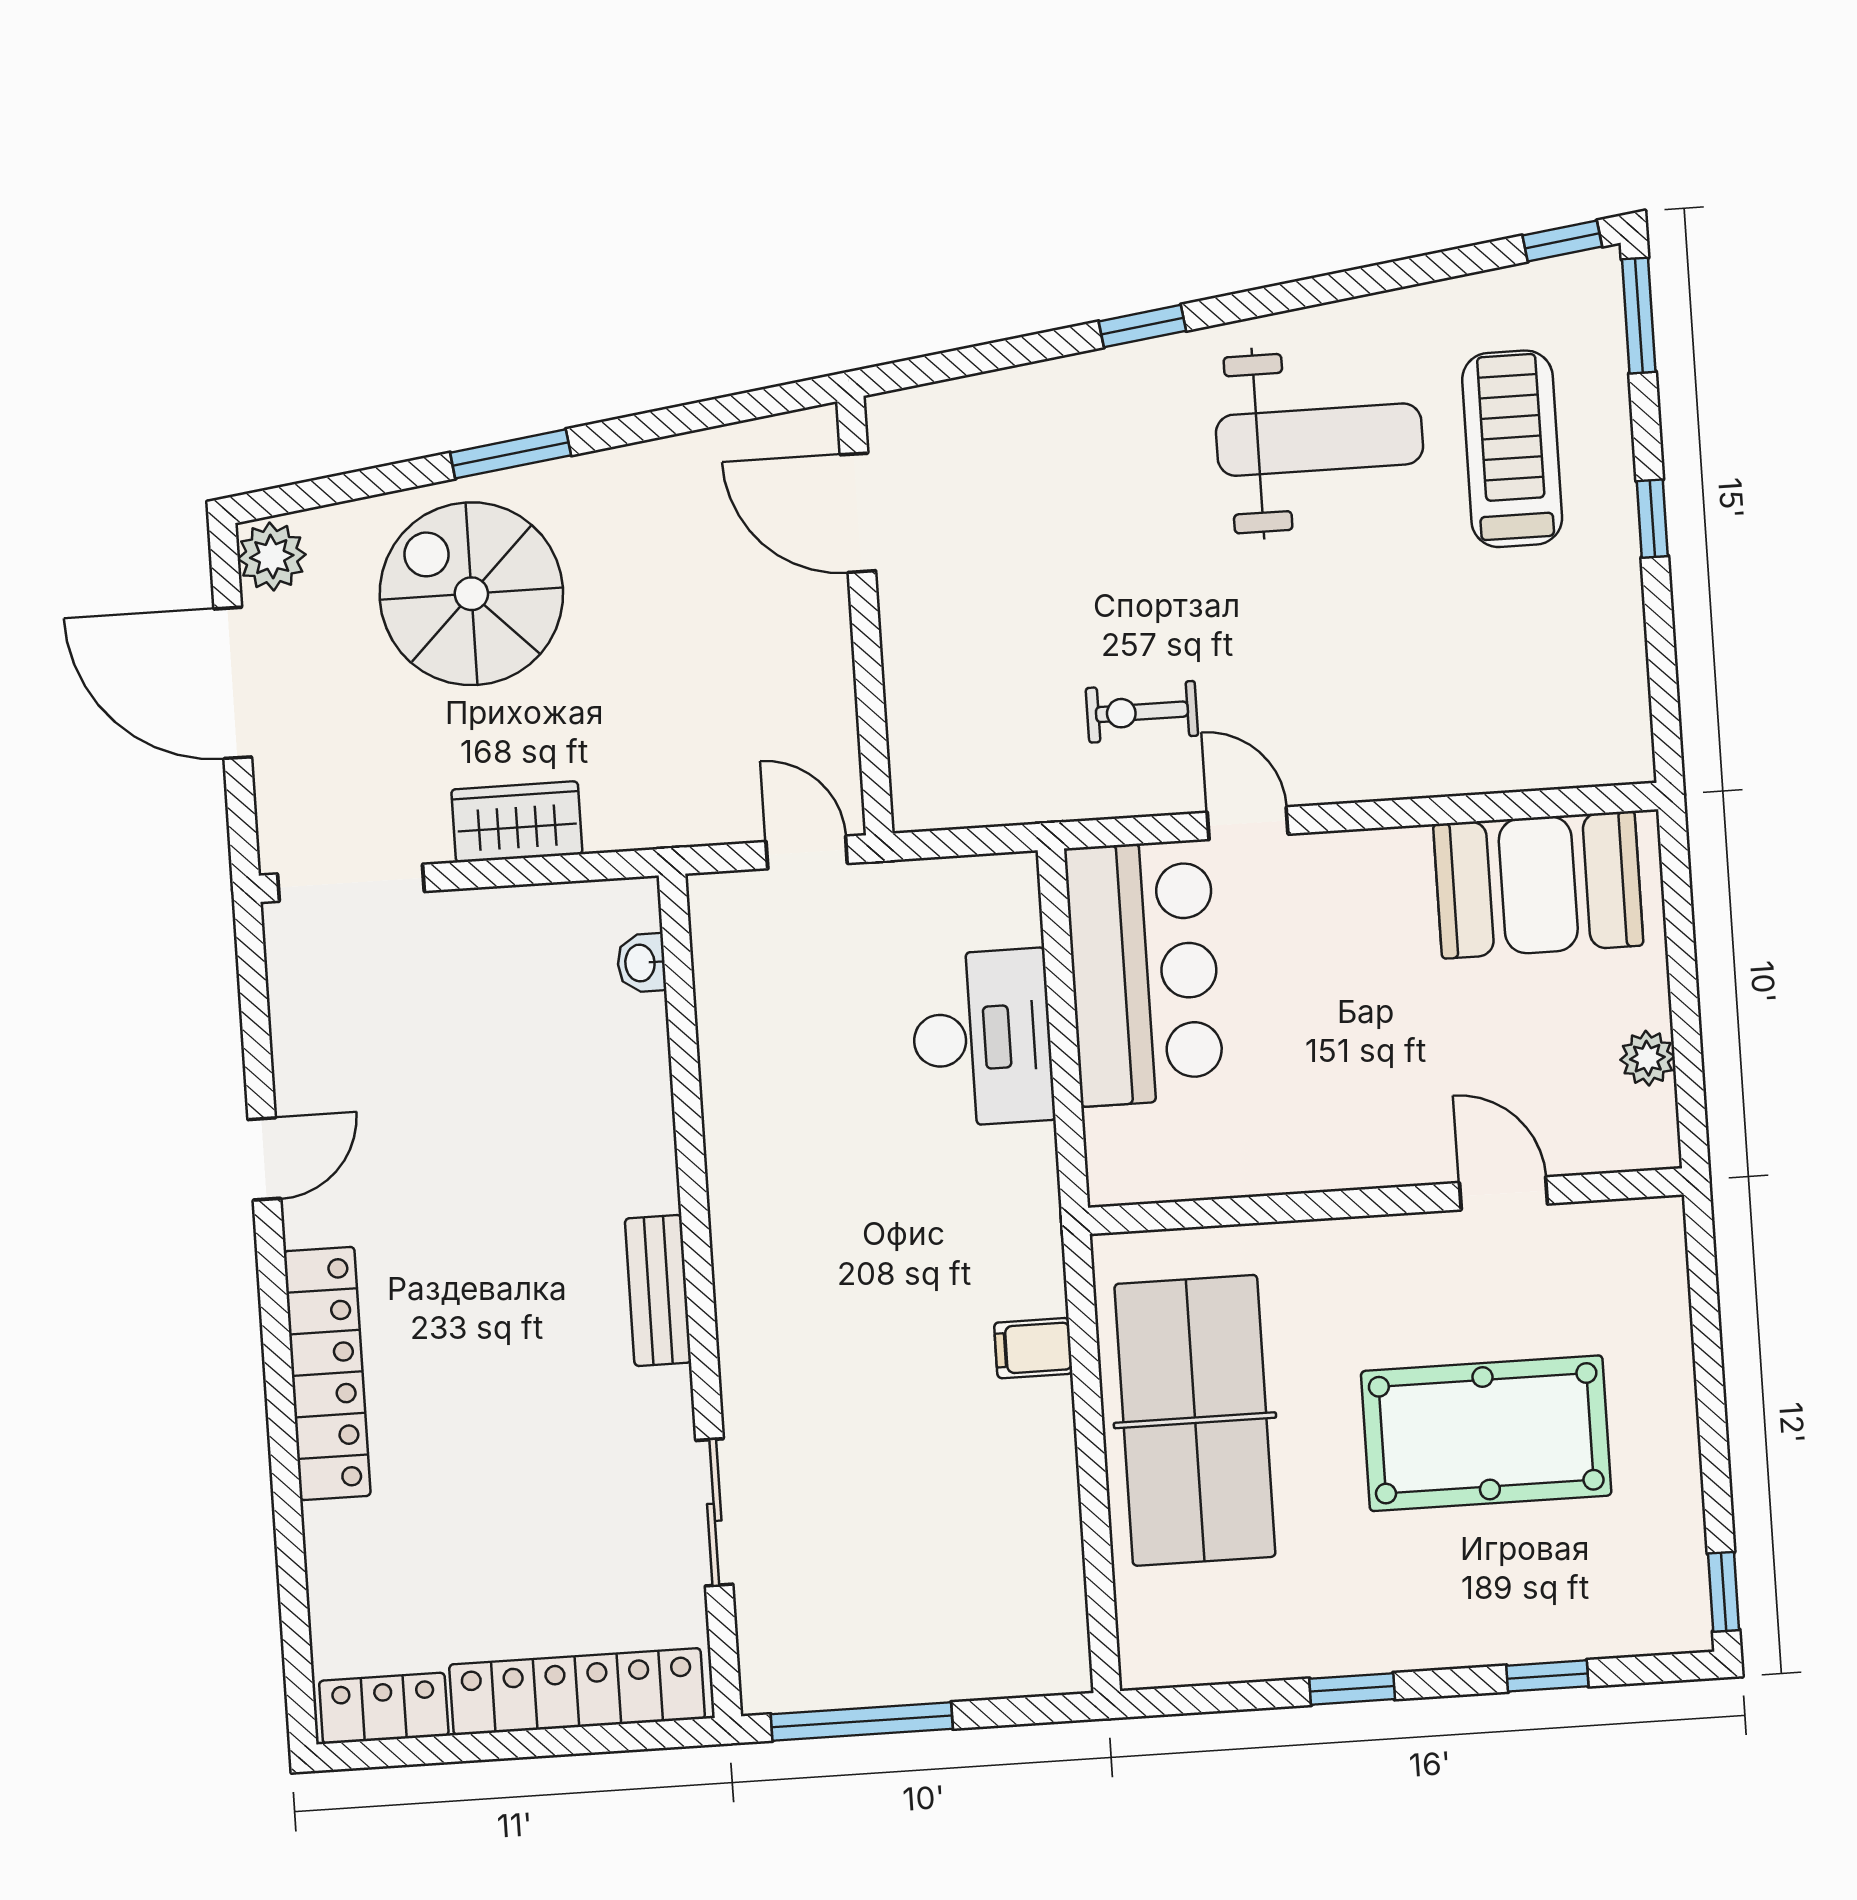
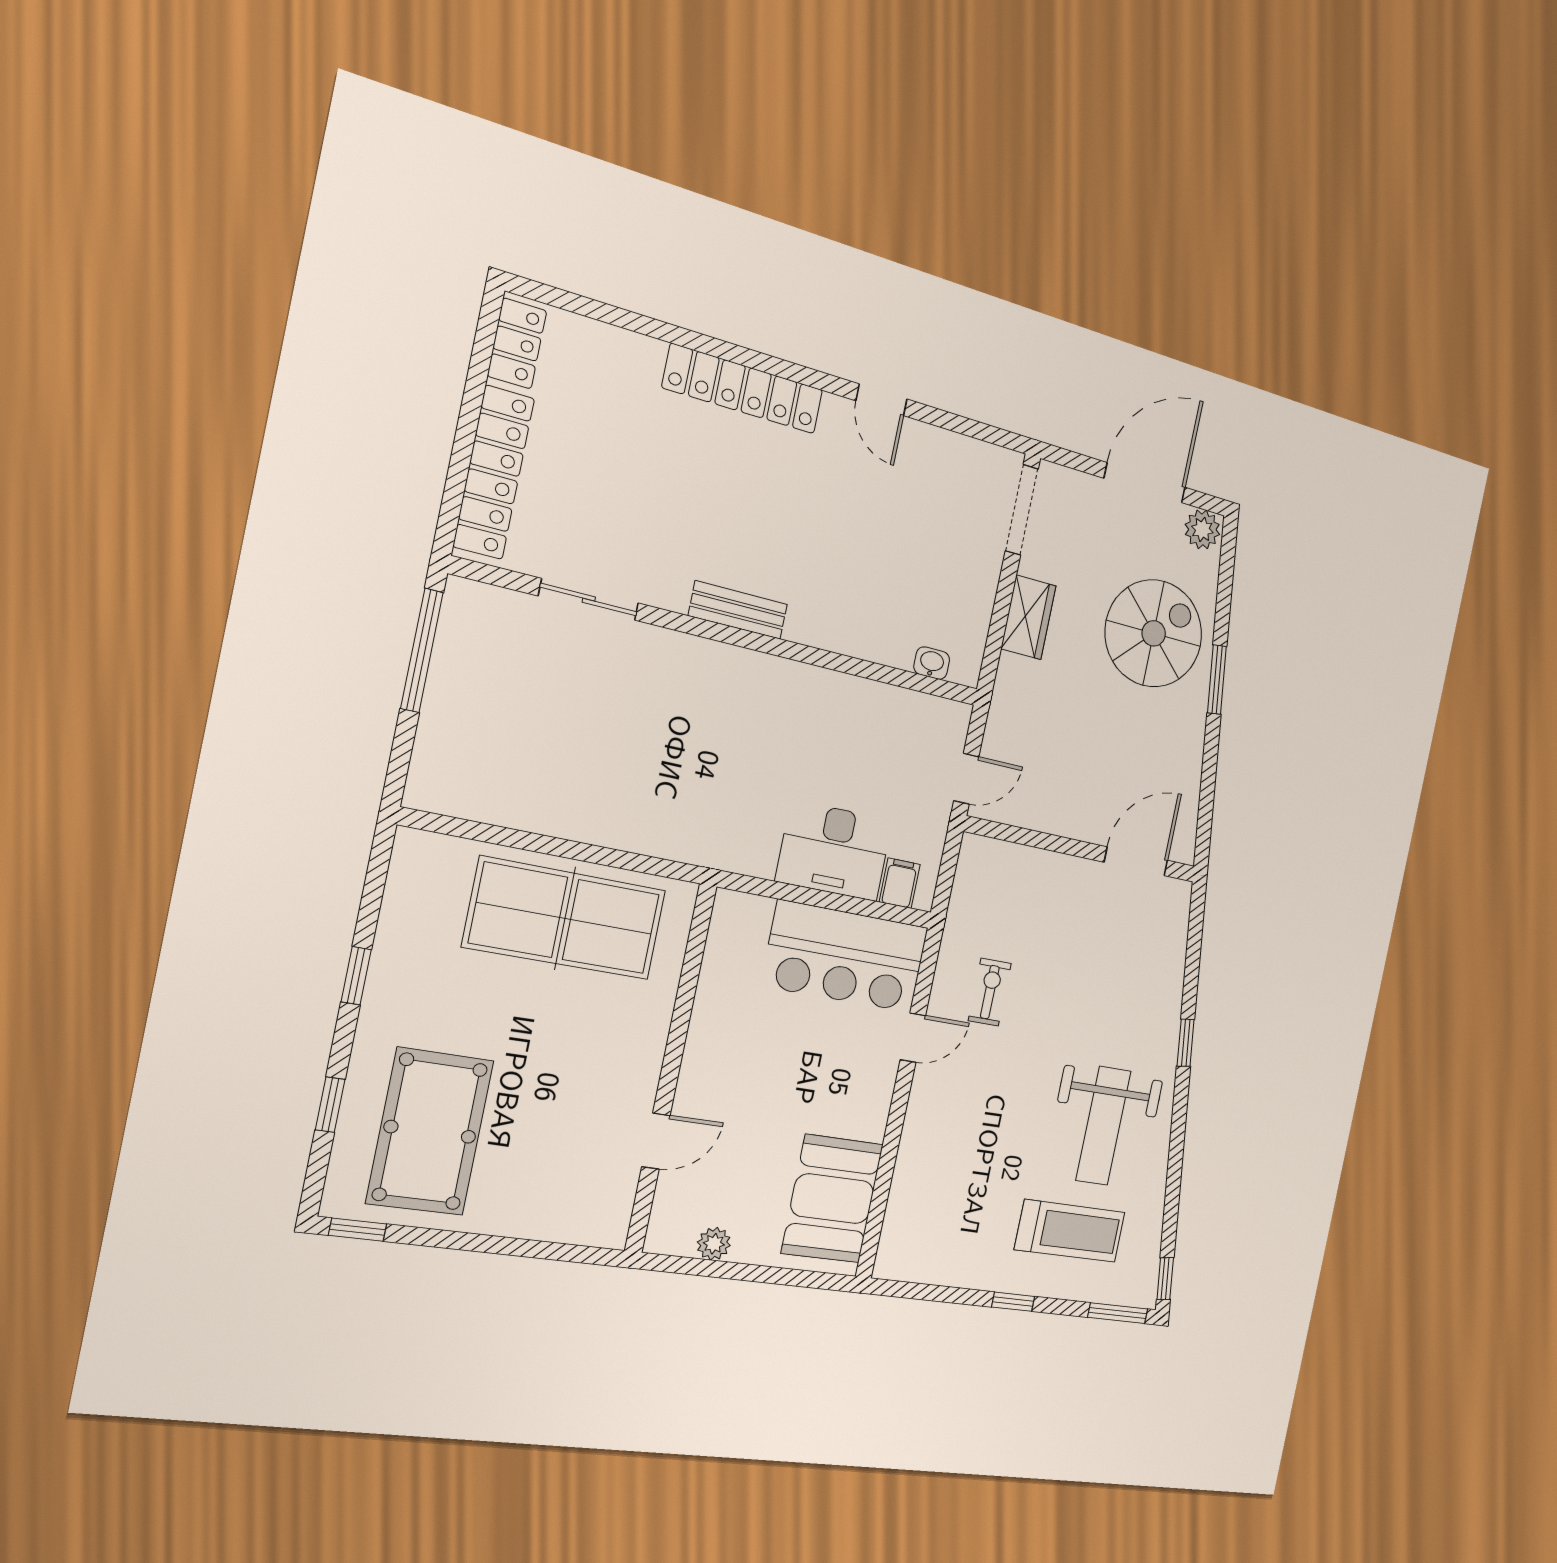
filing cabinet: (1033, 1348) -> (900, 883), moved
pool table: (1486, 1433) -> (430, 1132), moved

